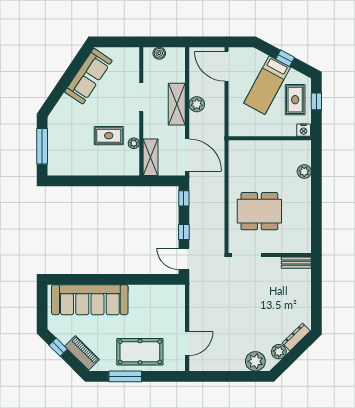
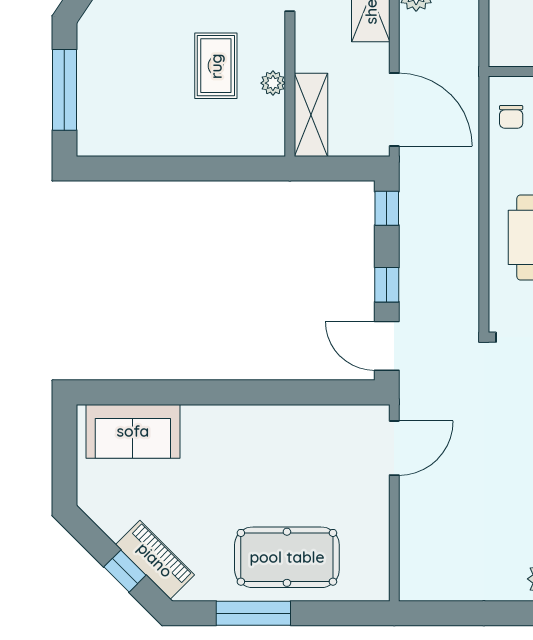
rug: (109, 136) -> (216, 66), turned 90
chair: (239, 158) -> (511, 117), added
sofa: (90, 300) -> (133, 431), width x0.54, depth x0.79
door: (187, 344) -> (394, 448), moved
window: (58, 347) -> (125, 571), moved

